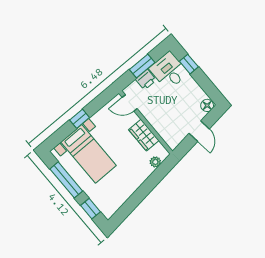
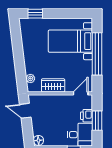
window: (80, 119) -> (97, 54), width x3.17
door: (199, 131) -> (25, 111), moved
window: (66, 180) -> (66, 14), removed

